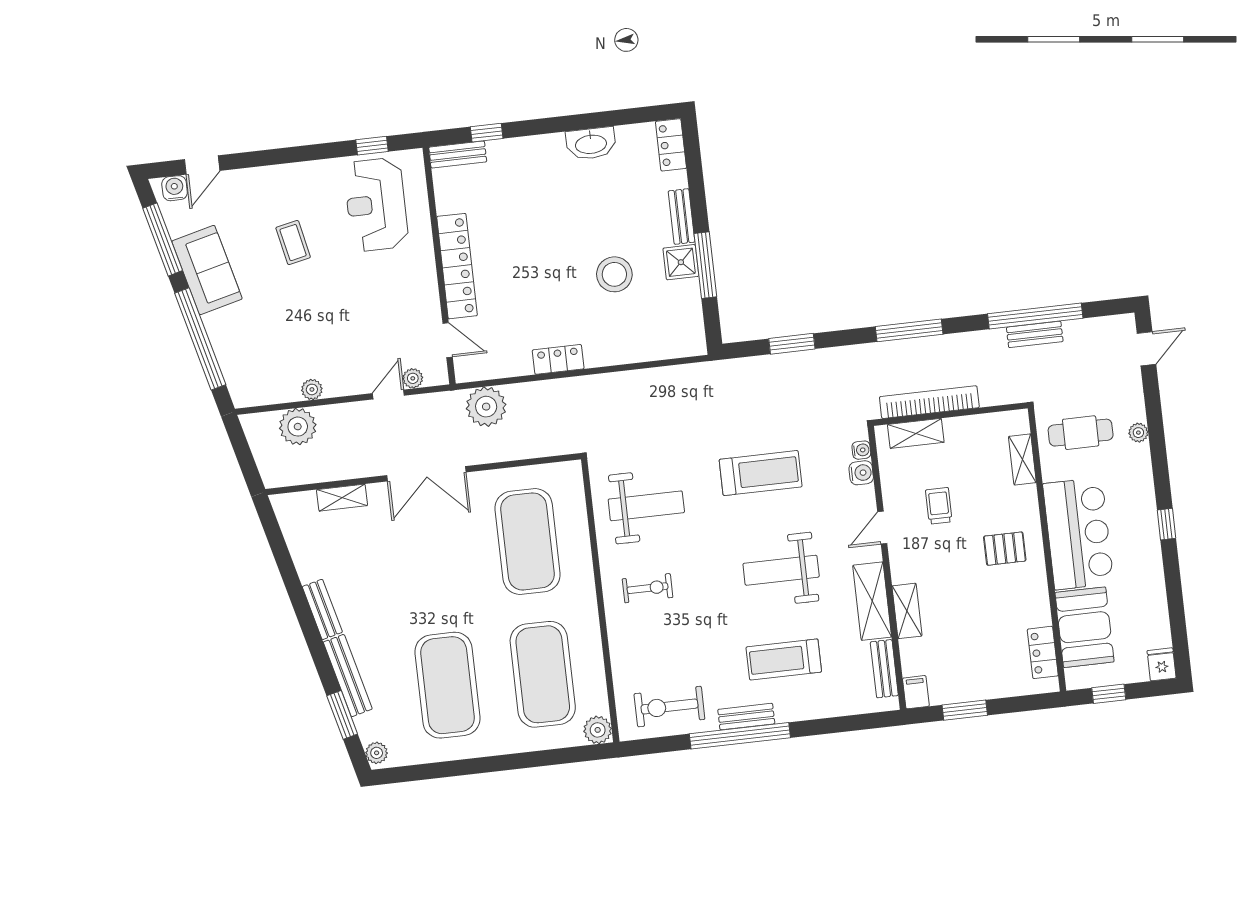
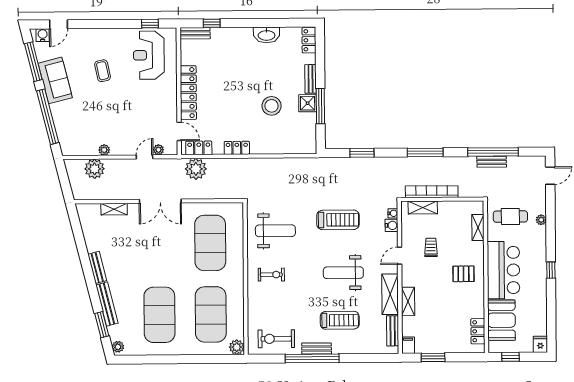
locker: (487, 367) -> (199, 148), added
treadmill: (784, 659) -> (340, 320), turned 180

